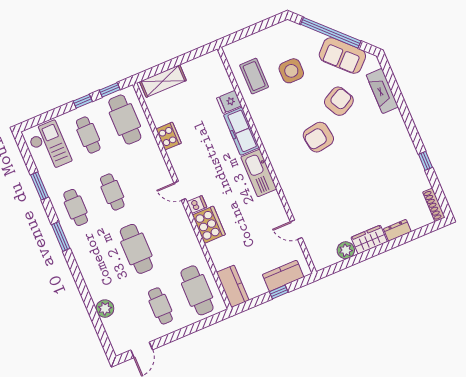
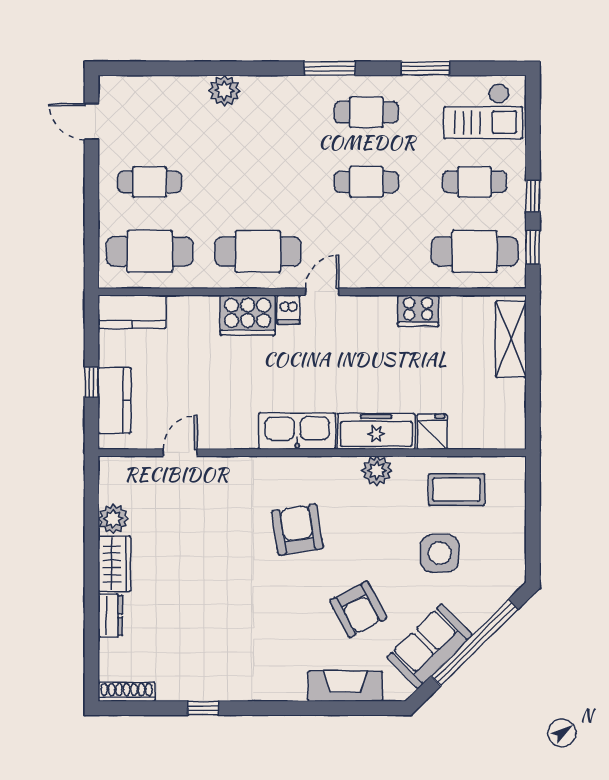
plant: (262, 122) -> (377, 471), added
armchair: (318, 137) -> (297, 530), moved
cafe table: (136, 249) -> (258, 251), moved
plant: (105, 309) -> (224, 91), moved

